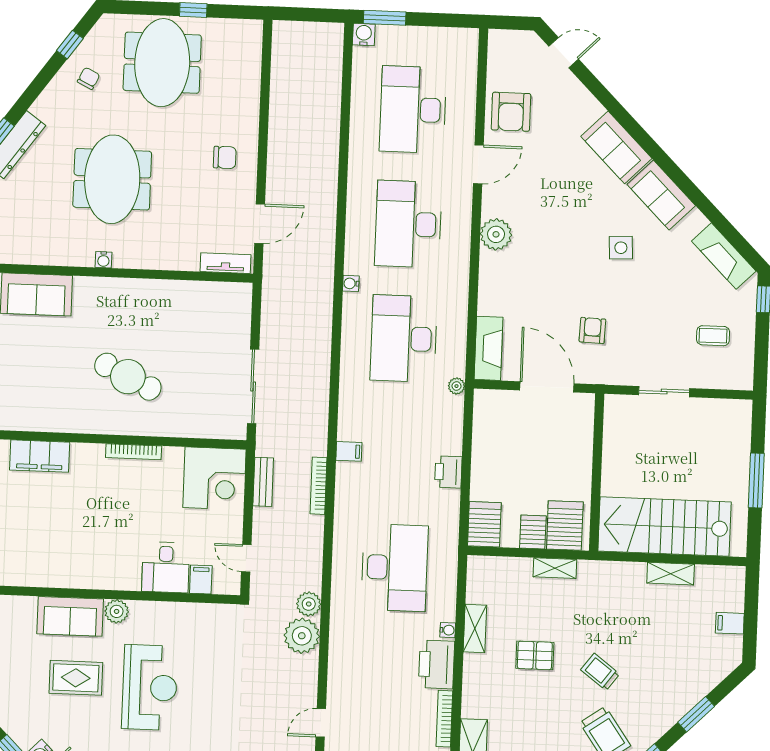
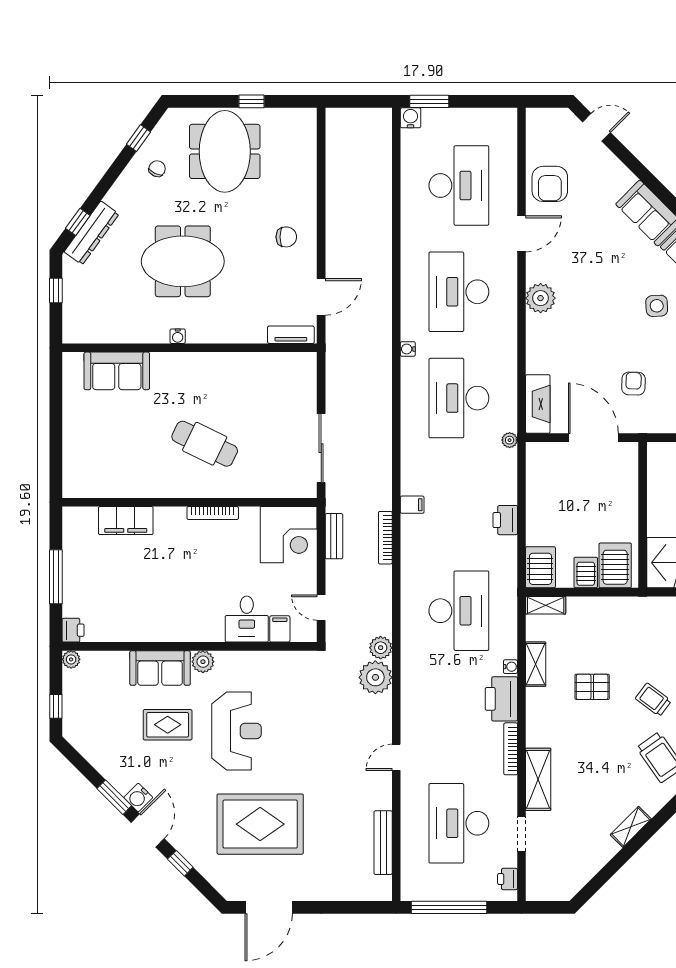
desk: (413, 110) -> (459, 185), turned 180
meeting table: (112, 179) -> (183, 261), turned 90
shelving: (555, 568) -> (546, 605), moved

